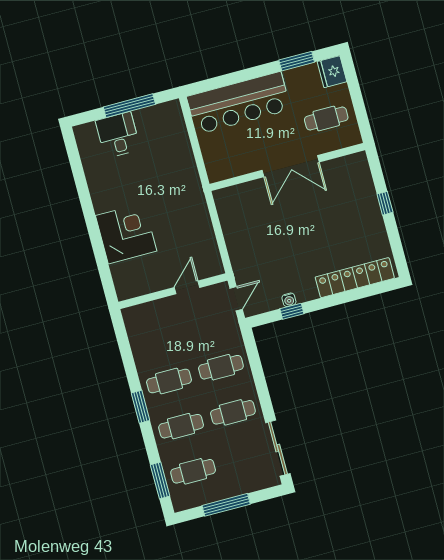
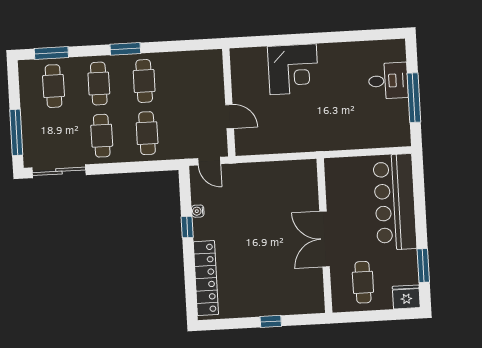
window: (292, 311) -> (187, 227), moved
window: (226, 505) -> (16, 132), moved

